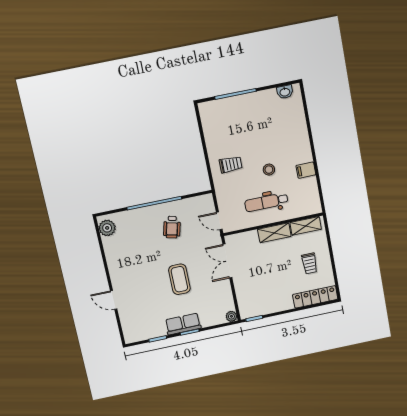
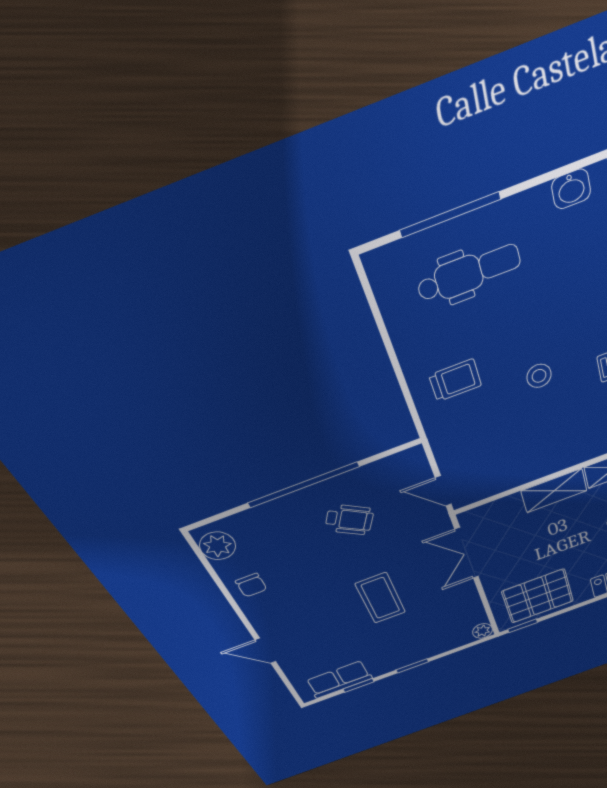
dental chair: (266, 202) -> (469, 273), moved, turned 180
wheelchair: (172, 227) -> (349, 520), turned -72
chair: (117, 255) -> (251, 585), added
pallet: (264, 299) -> (538, 596), added
row of seats: (183, 324) -> (339, 680), moved

